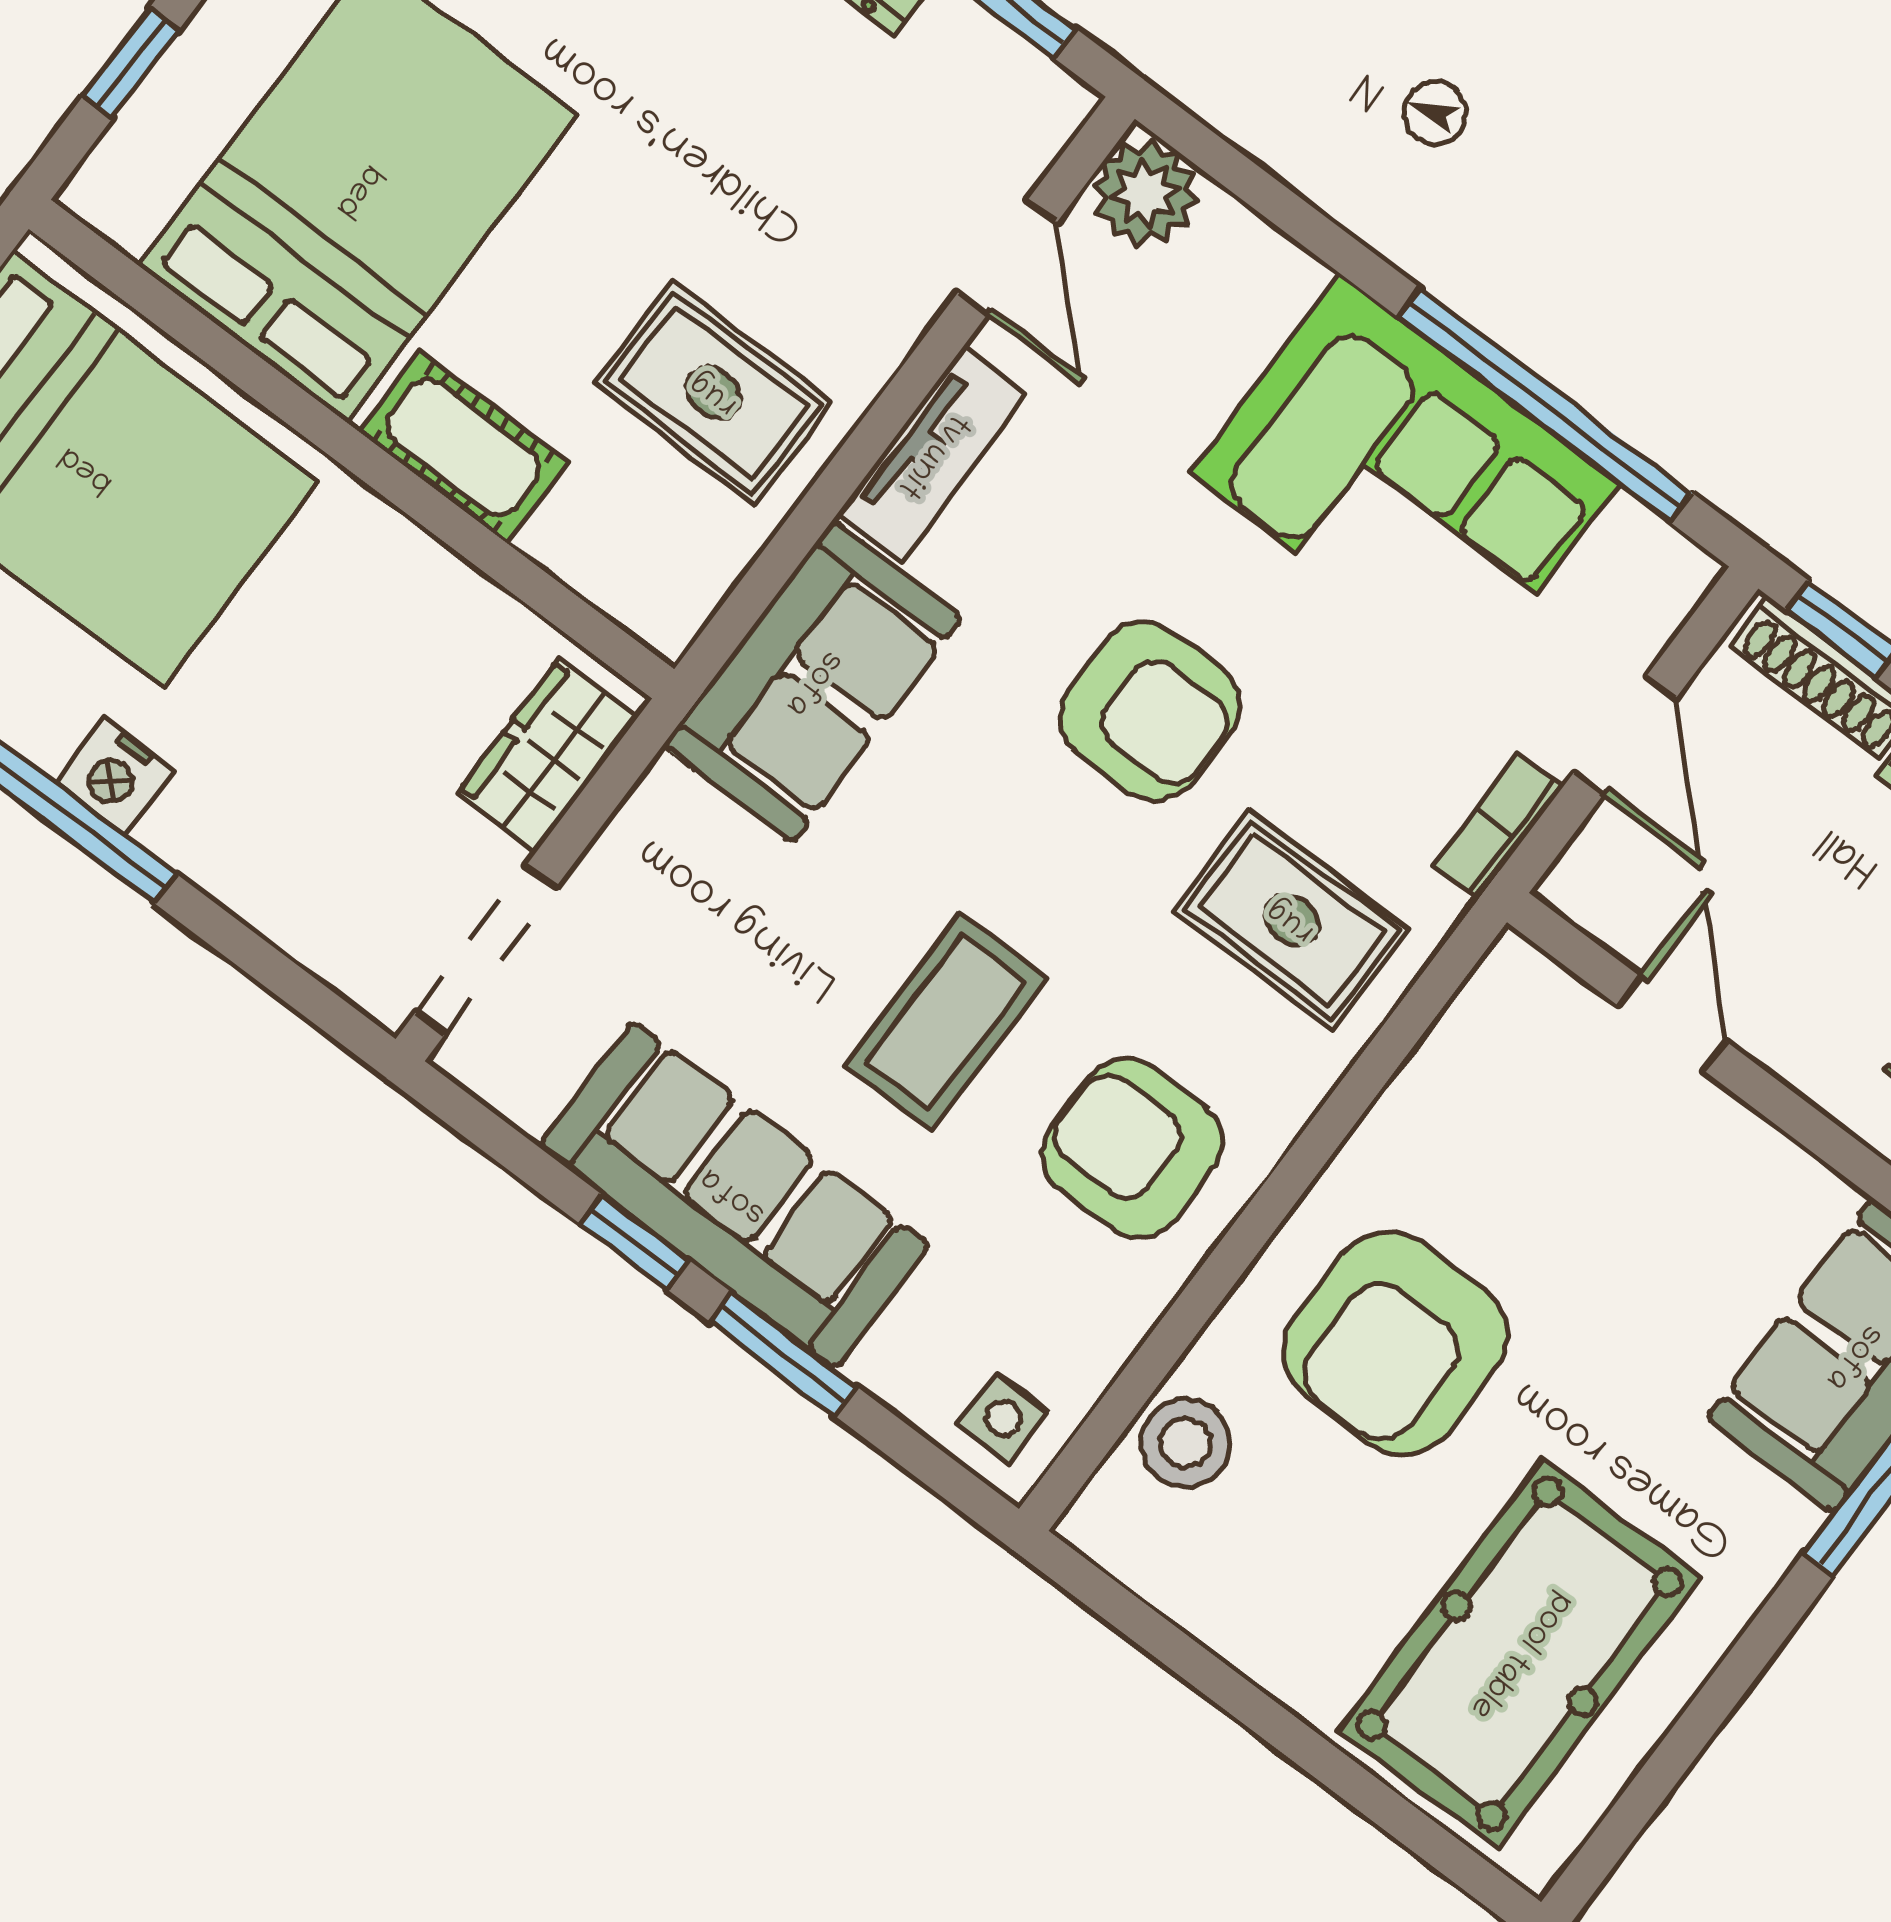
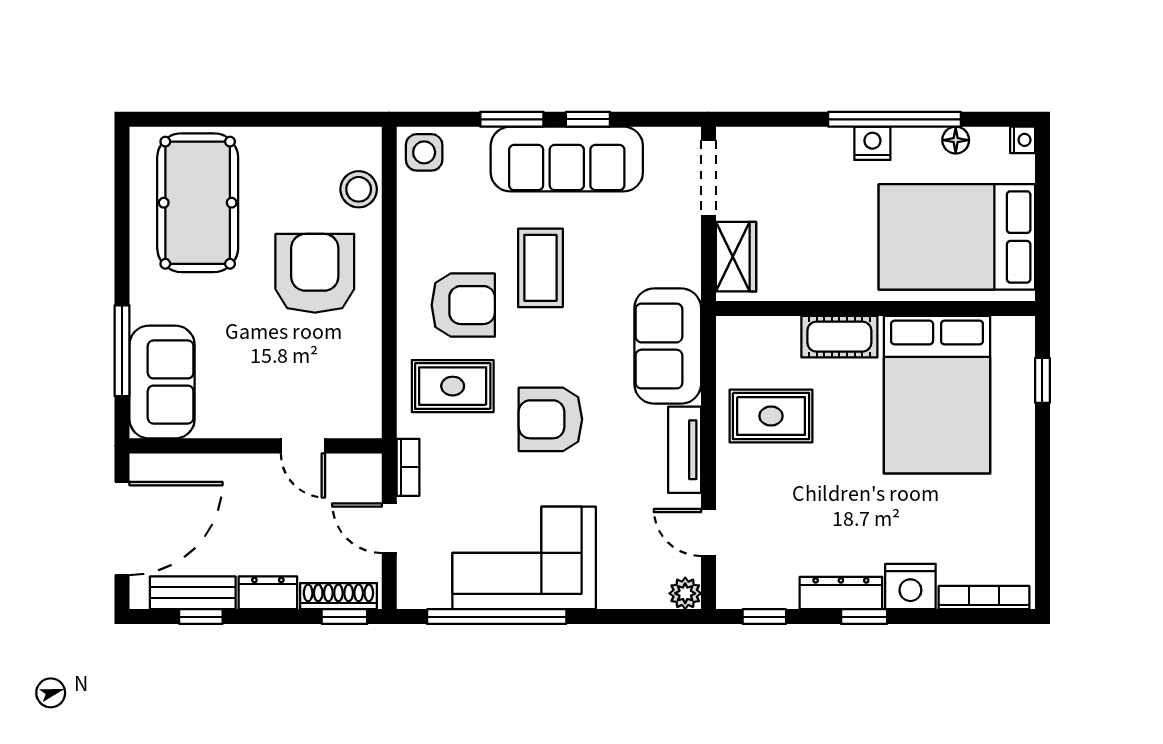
plant: (1145, 193) -> (685, 593), width x0.73, depth x0.73
armchair: (1132, 1148) -> (463, 305), moved
side table: (1003, 1418) -> (424, 152), width x1.37, depth x1.37

